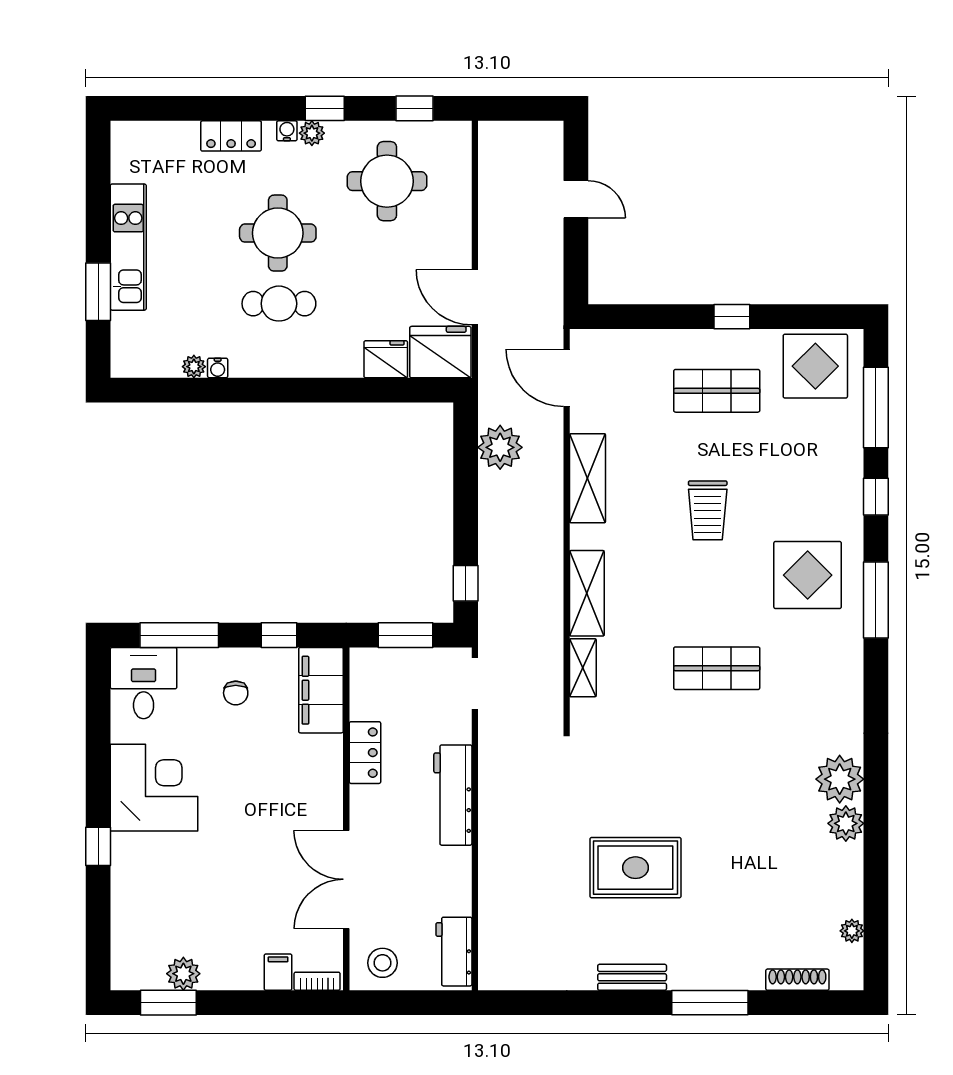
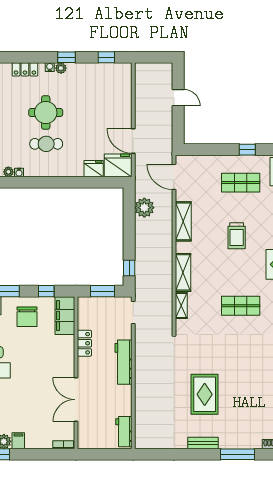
round table: (387, 181) -> (94, 89), removed
chair: (236, 693) -> (27, 317), width x1.87, depth x1.87
rug: (635, 868) -> (205, 394), turned 90
stool: (383, 963) -> (92, 437), removed
filing cabinet: (278, 972) -> (18, 441), moved

